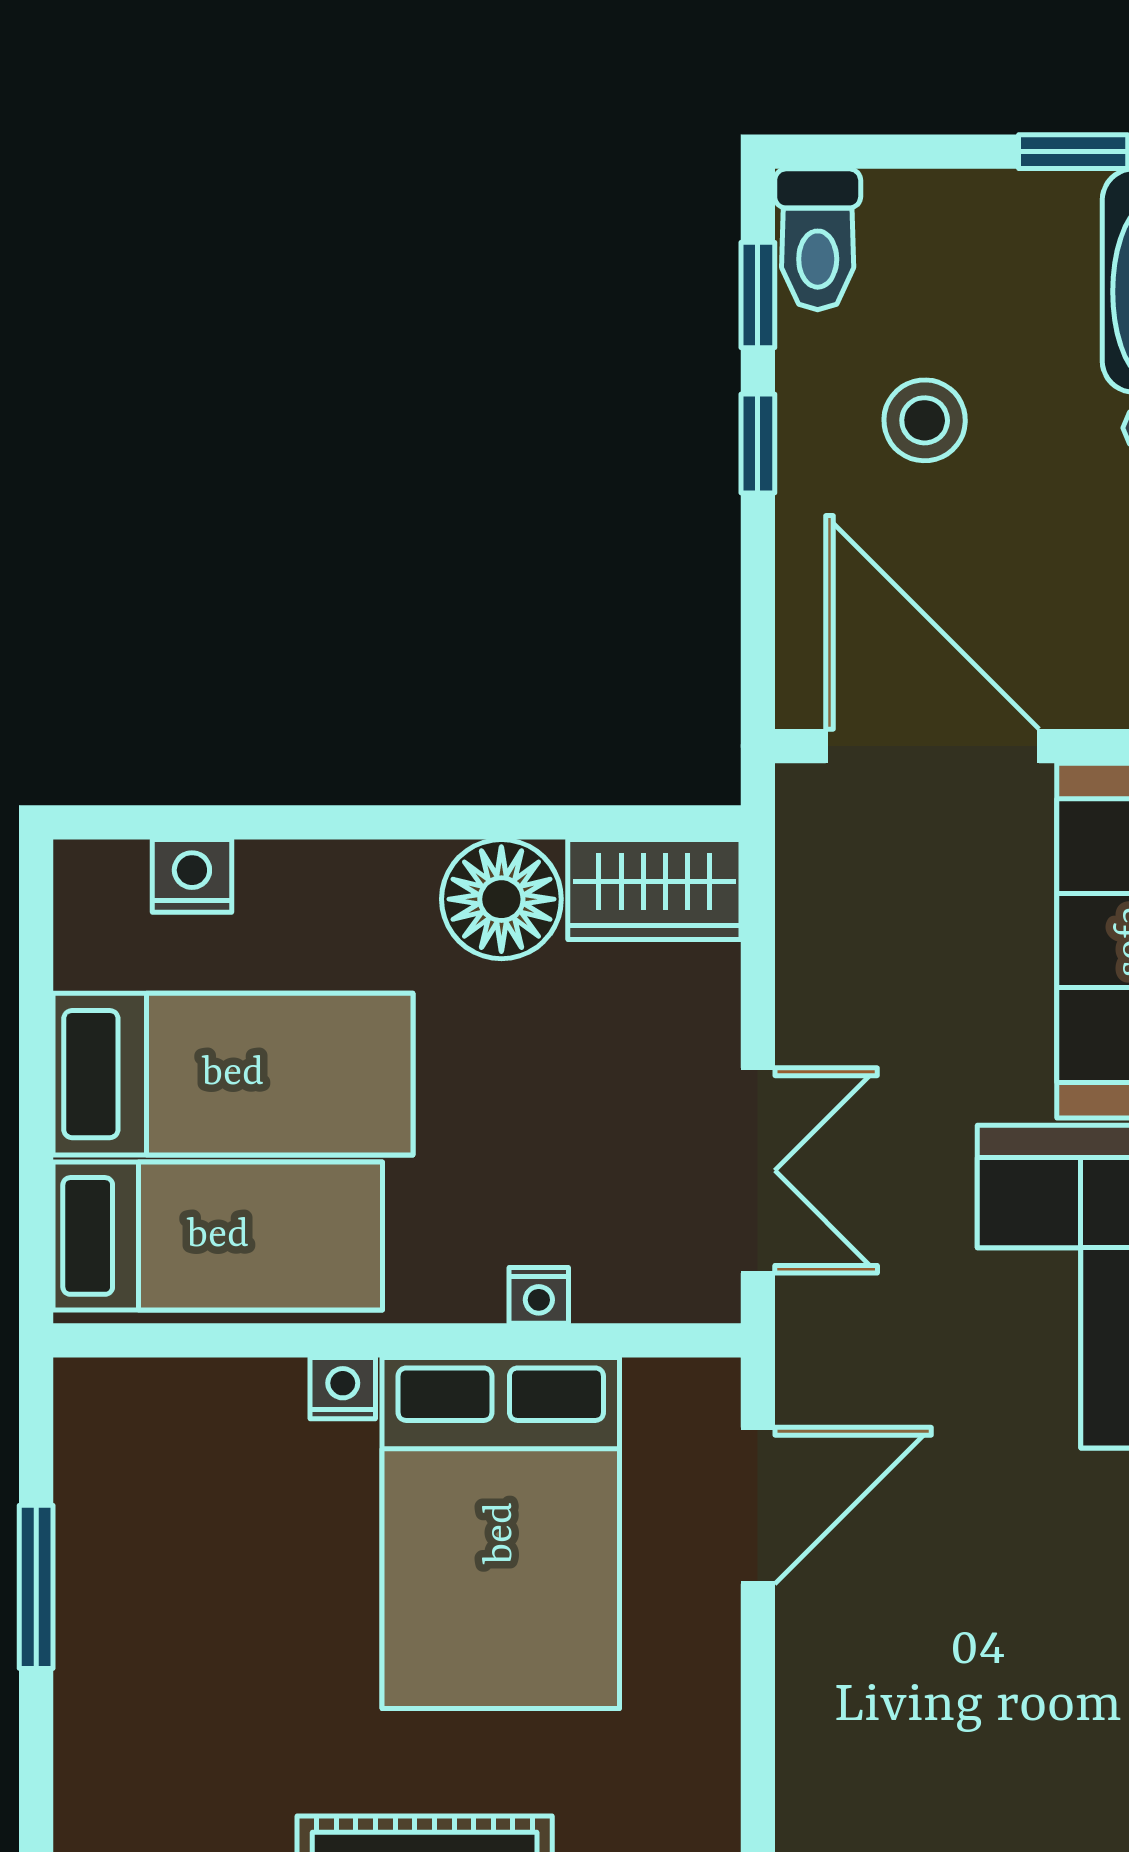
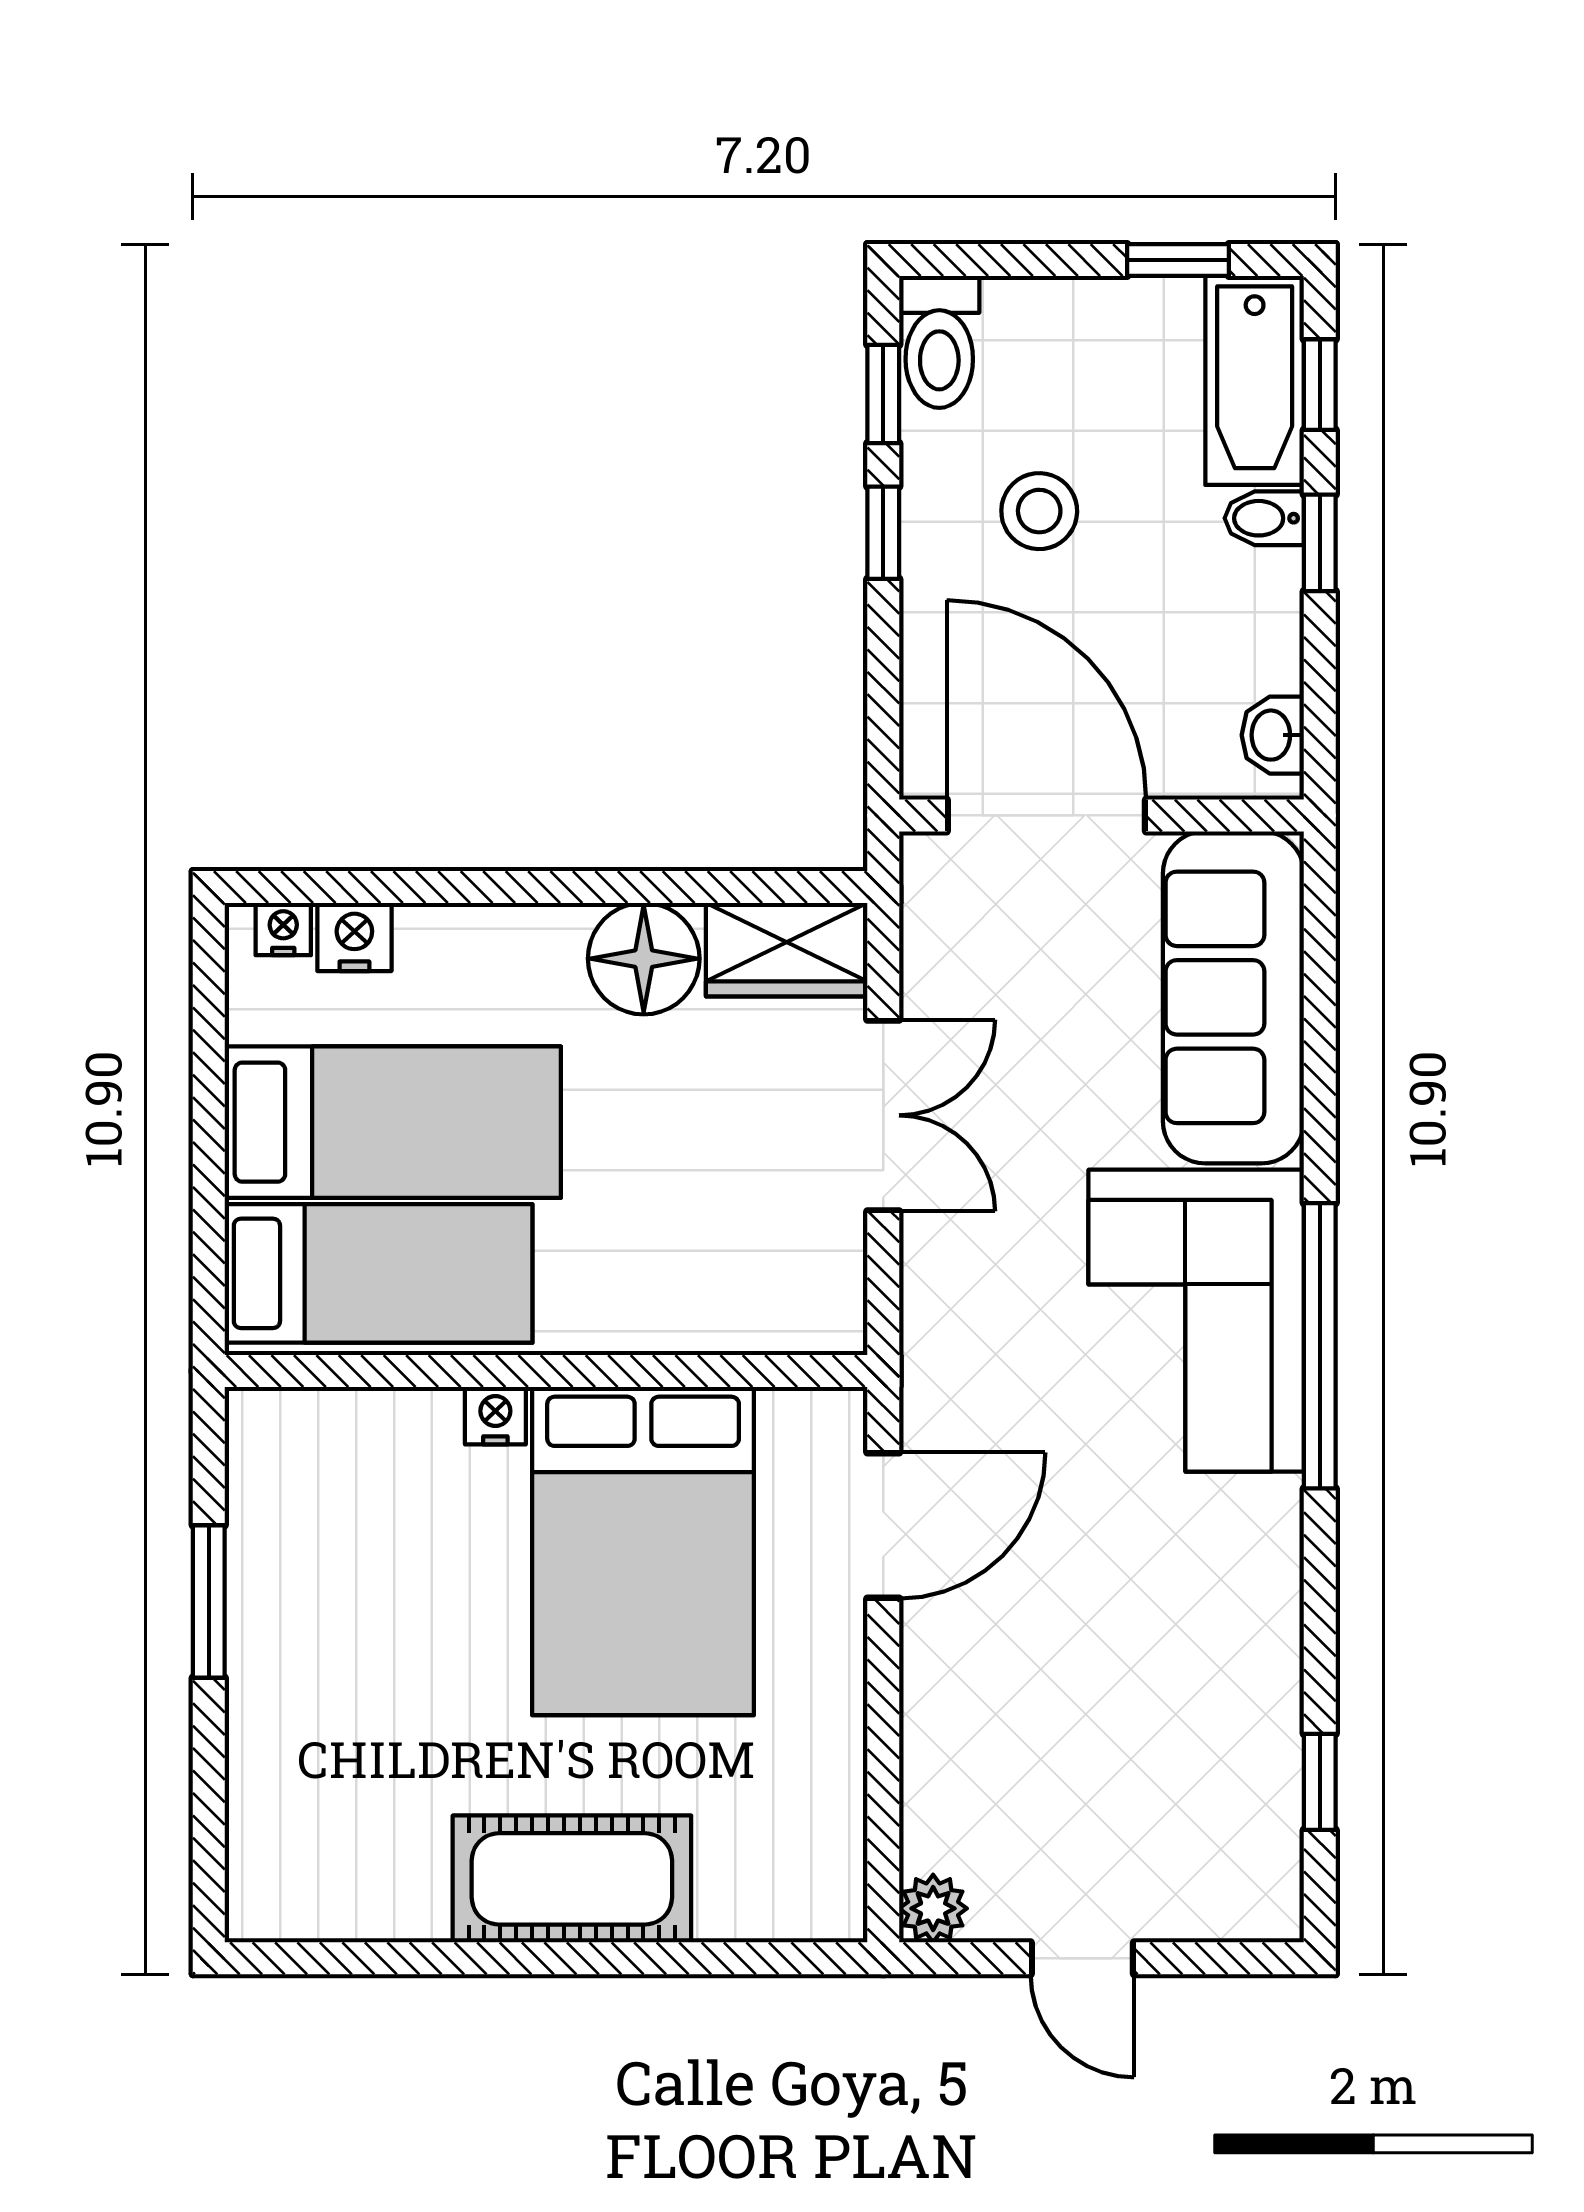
double door: (758, 1170) -> (883, 1115), moved
nightstand: (539, 1295) -> (283, 929), moved, turned 180

